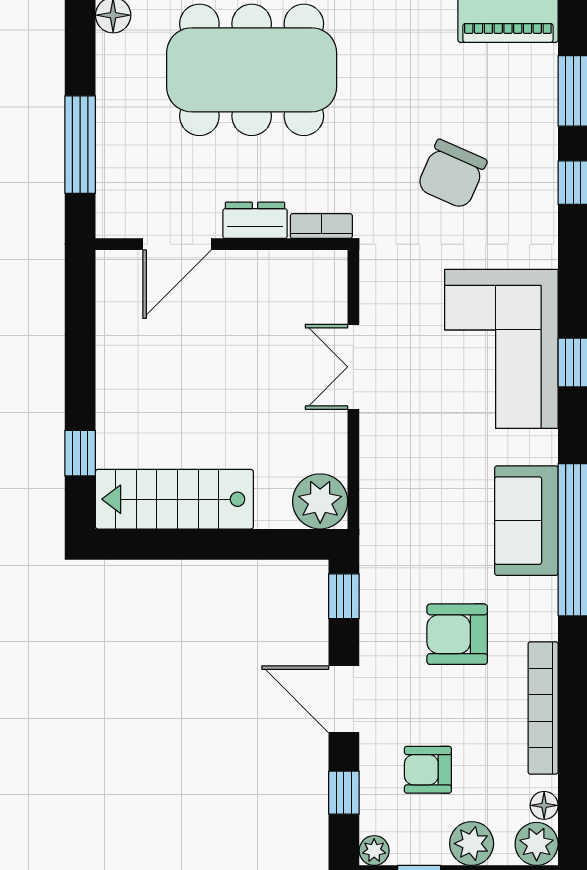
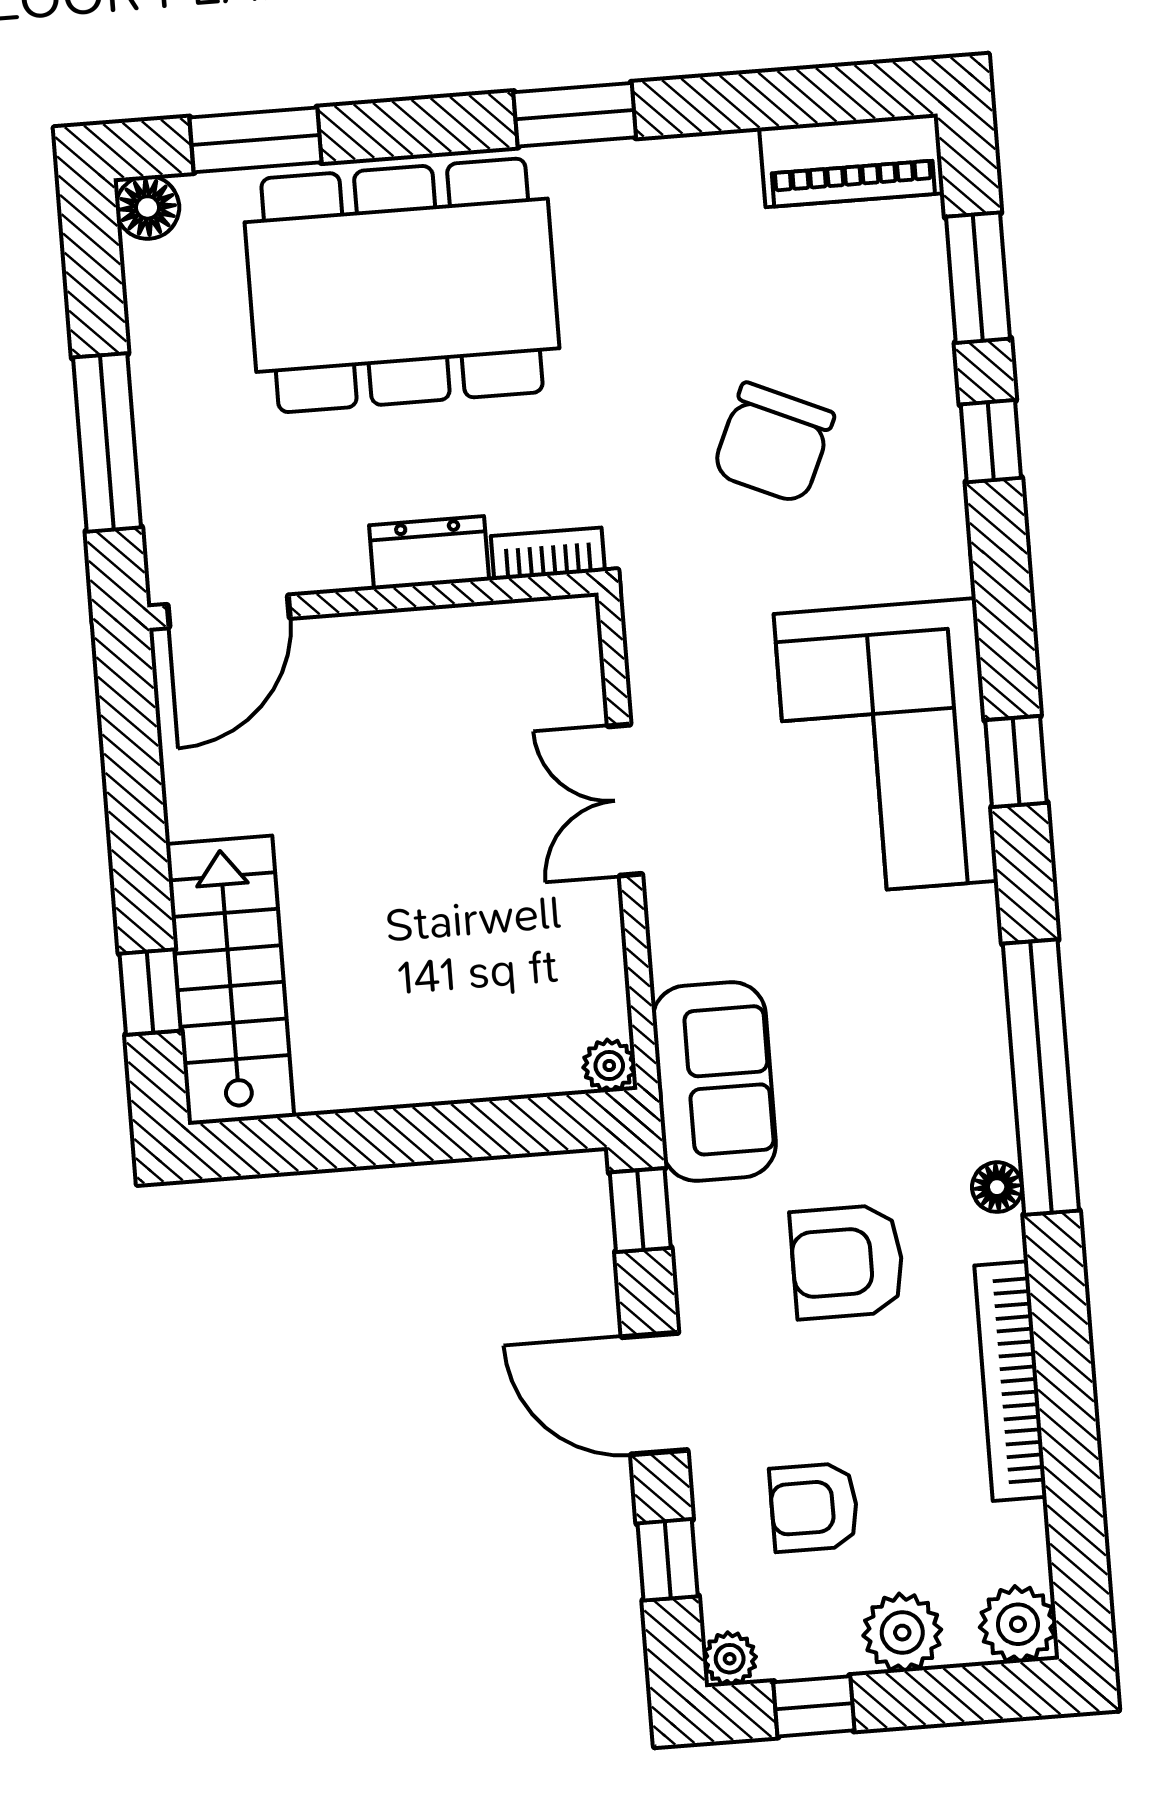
door: (177, 244) -> (229, 611), moved
stairs: (174, 499) -> (230, 980), moved, turned 90
plant: (320, 501) -> (609, 1066), width x0.53, depth x0.53
sofa: (526, 521) -> (714, 1081), moved, turned 180
floor lamp: (544, 805) -> (997, 1187), moved

